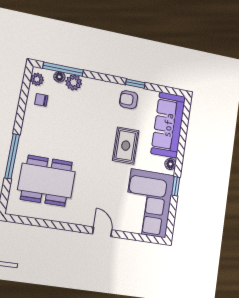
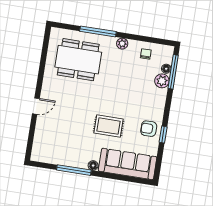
plant: (37, 79) -> (122, 44), moved
armchair: (129, 100) -> (149, 129), turned -90
dining table: (47, 181) -> (78, 60), turned 90
window: (176, 186) -> (74, 170), width x2.17
corner sofa: (148, 203) -> (59, 146), removed

